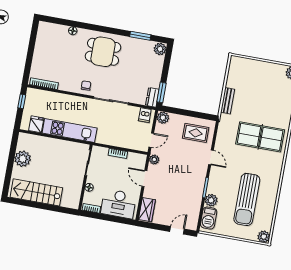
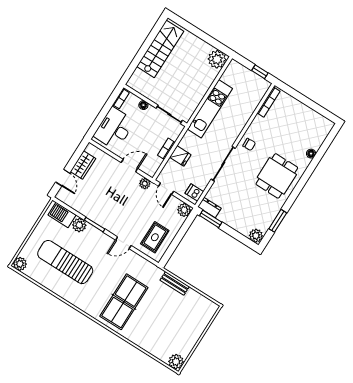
fridge: (36, 124) -> (180, 156), moved
plant: (23, 159) -> (217, 59), moved
wardrobe: (147, 210) -> (83, 165), moved, turned -90

